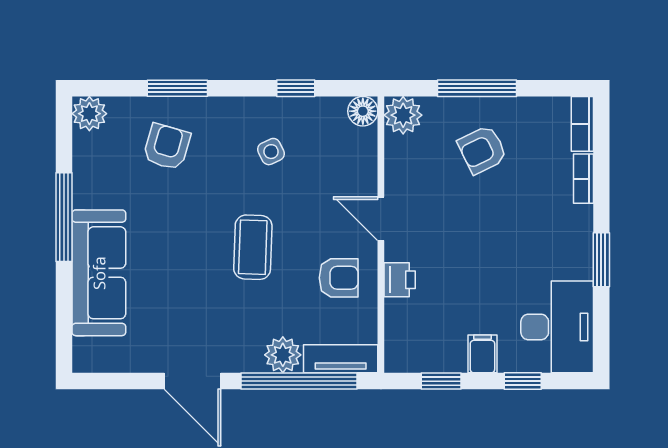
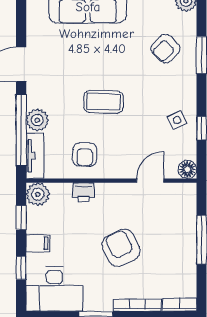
plant: (403, 115) -> (38, 194), moved
armchair: (167, 147) -> (165, 49), turned 119
armchair: (482, 150) -> (121, 248), moved, width x1.38, depth x1.38
side table: (271, 152) -> (177, 120), moved
bookcase: (583, 179) -> (137, 305), width x1.56
door: (381, 219) -> (150, 181), moved

